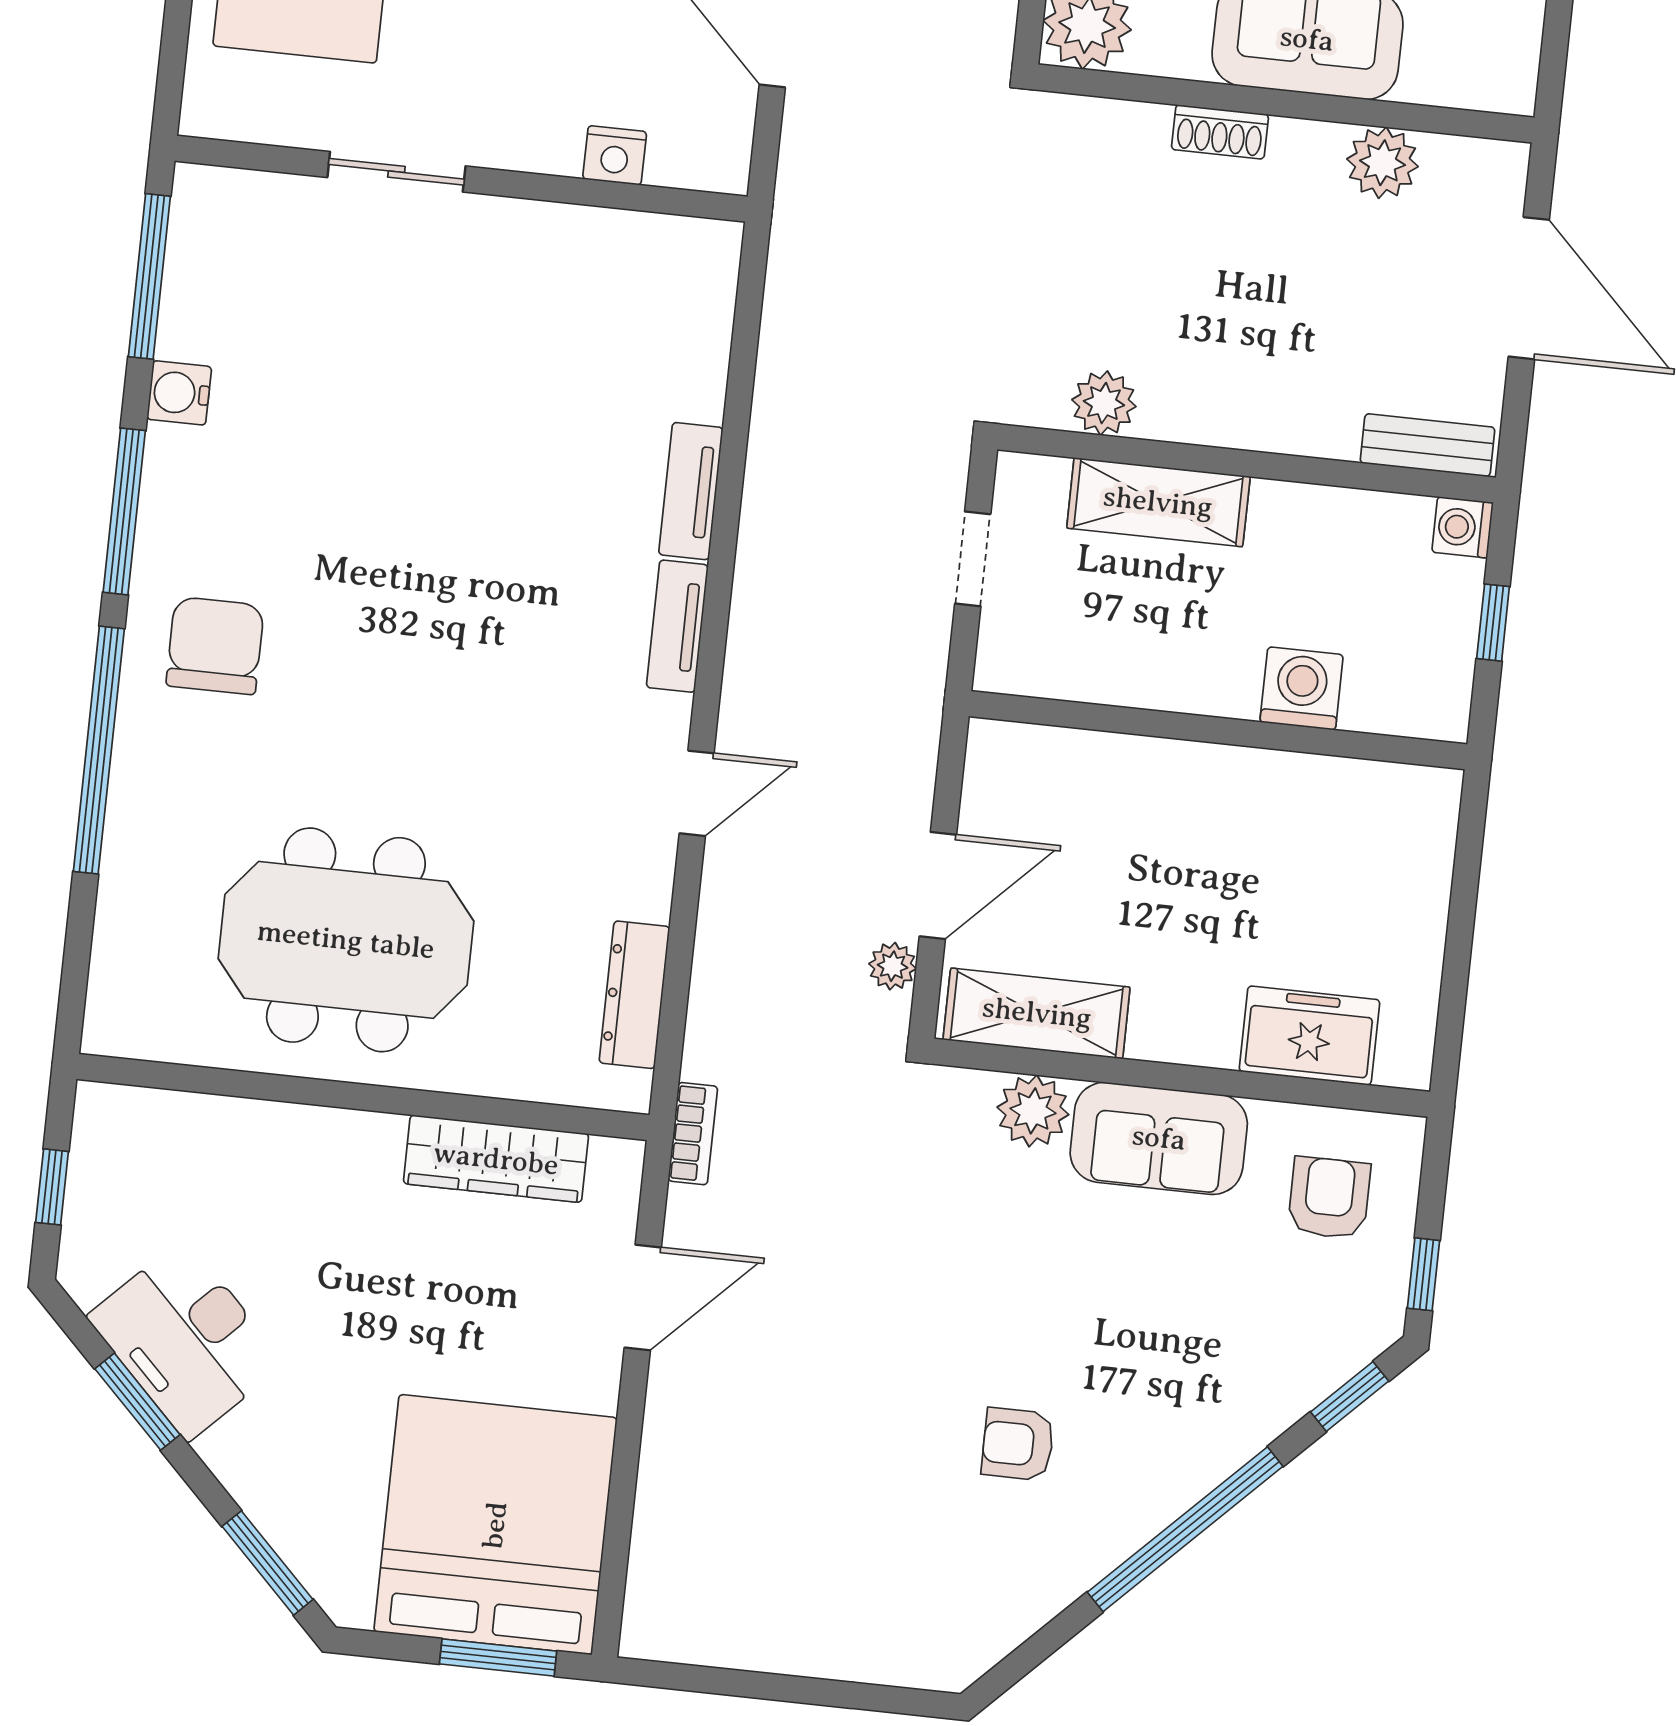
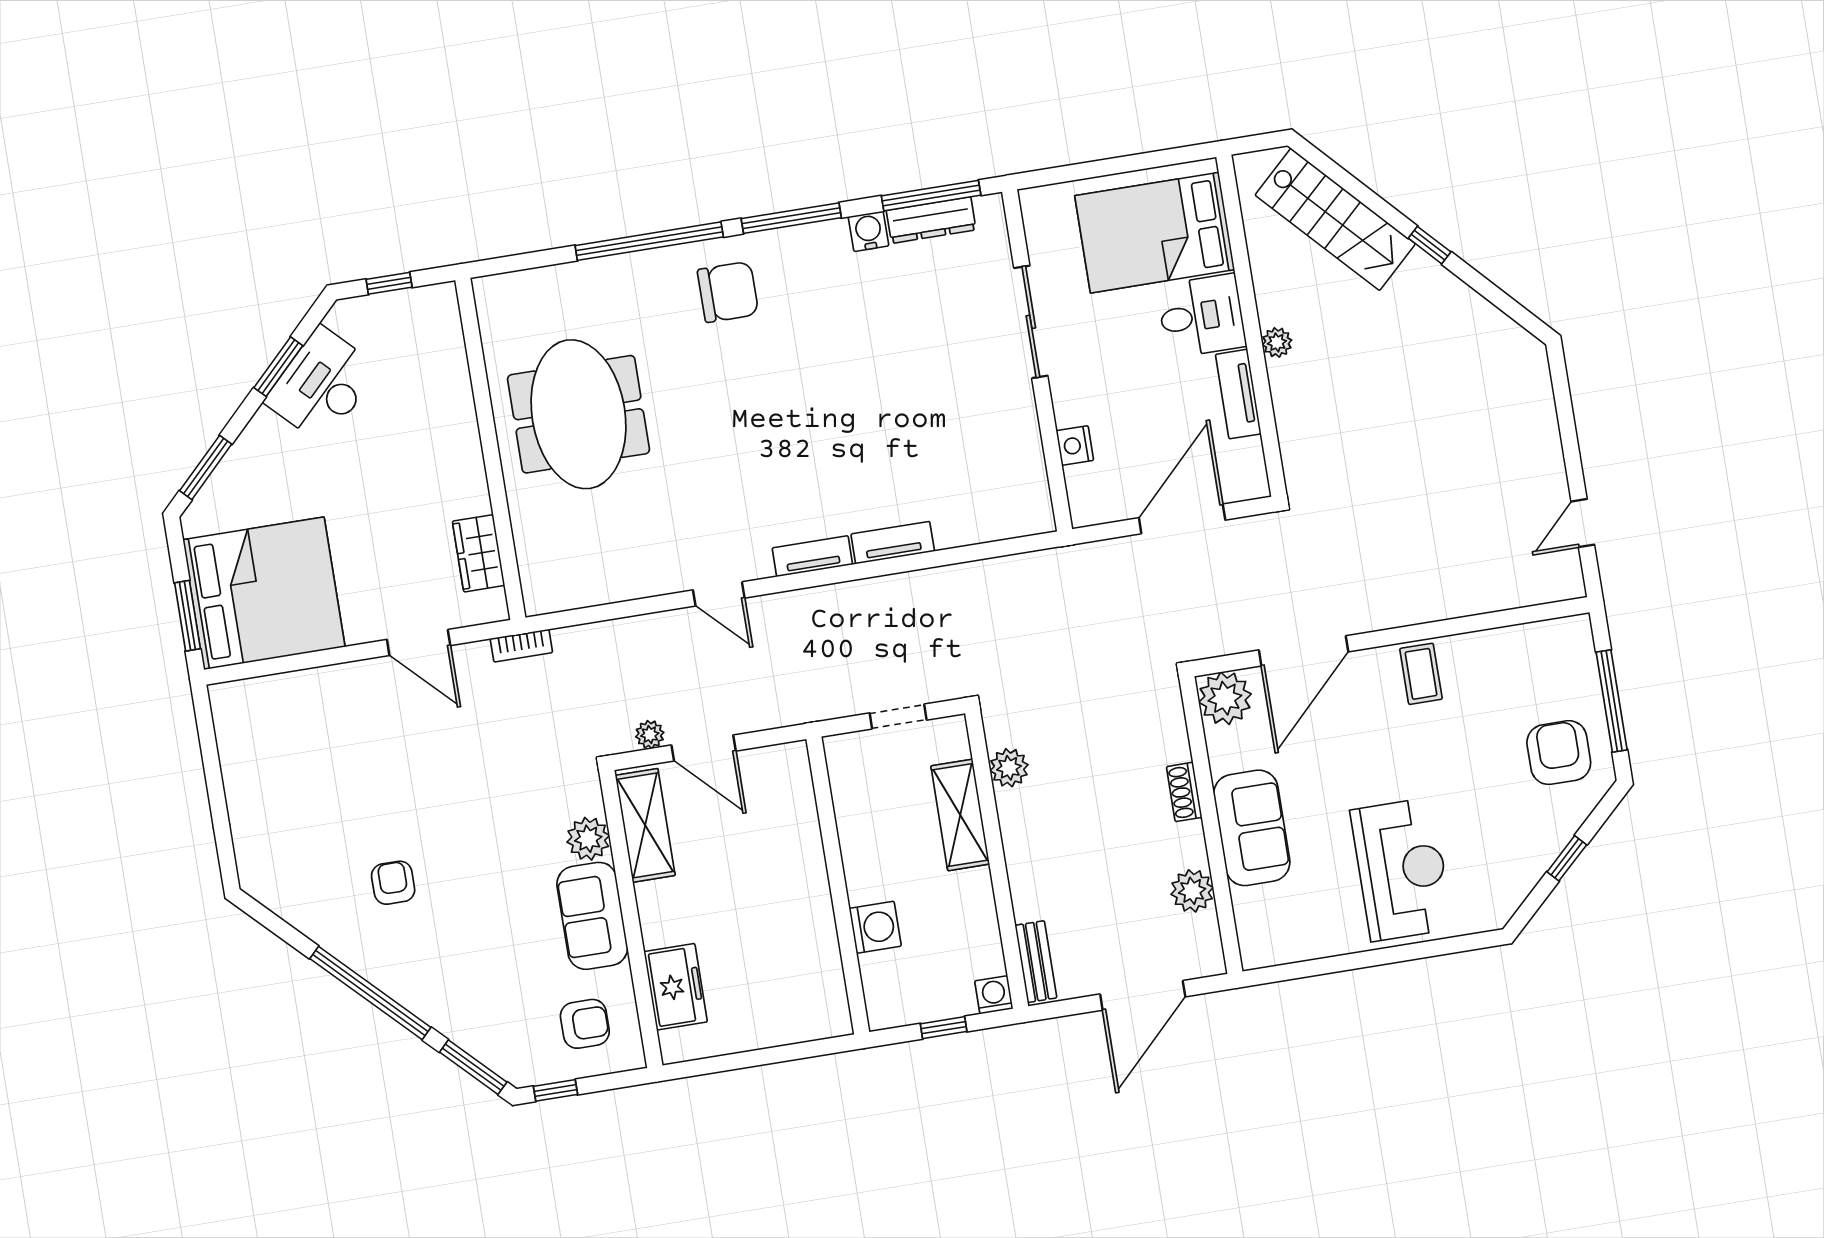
sliding door: (396, 172) -> (1031, 322), width x1.37
dresser: (634, 995) -> (931, 220), moved, turned 180
wardrobe: (496, 1159) -> (479, 553), width x0.67
window: (1350, 1397) -> (473, 1067), width x1.50

